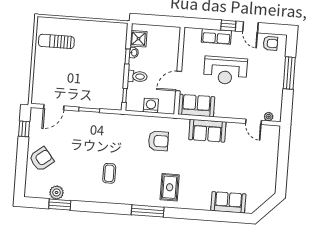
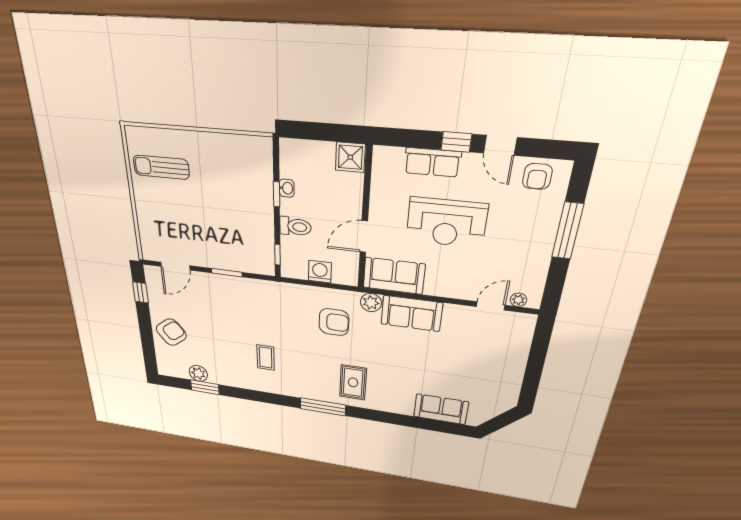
shower: (138, 39) -> (350, 157), moved
armchair: (270, 43) -> (537, 176), turned 90
door: (253, 122) -> (491, 306), swing flipped
plant: (182, 125) -> (371, 303), added

